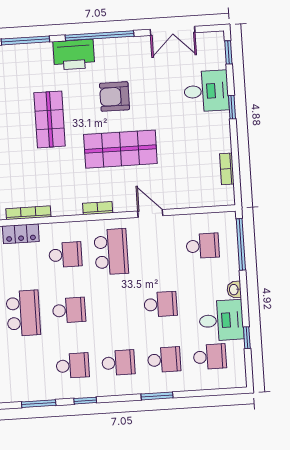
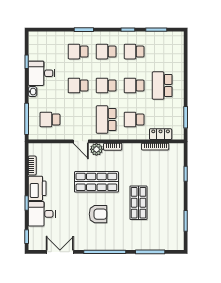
printer: (74, 55) -> (37, 188), moved, turned 90
plant: (124, 202) -> (96, 149), added
school desk: (210, 357) -> (106, 86), moved

